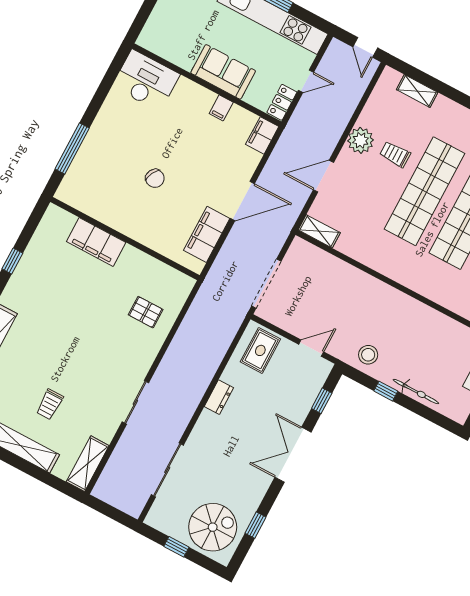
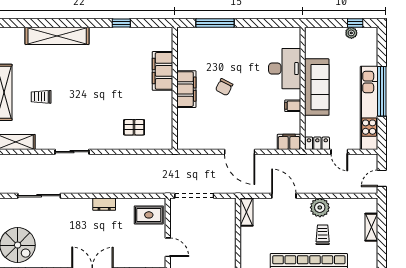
sofa: (223, 72) -> (317, 87), width x1.36
desk: (146, 80) -> (285, 69), moved
filing cabinet: (207, 234) -> (186, 89), moved, turned 90
pallet: (146, 312) -> (134, 127), turned 90

